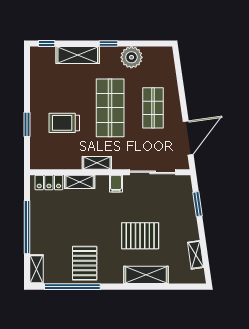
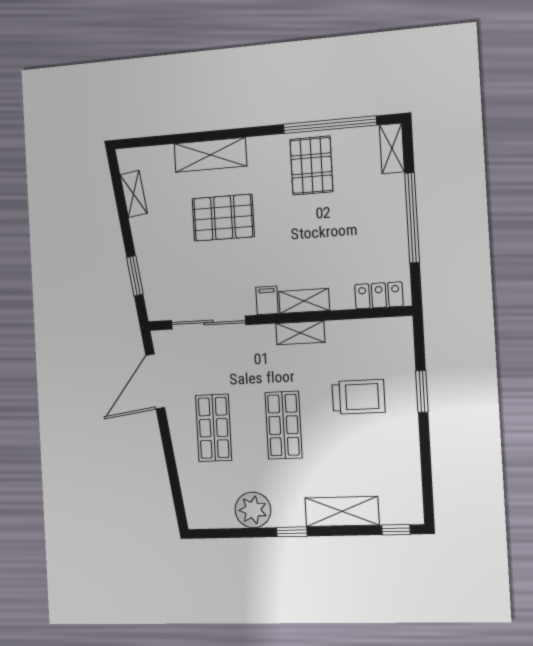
shop shelf: (110, 108) -> (283, 425), width x0.70, depth x0.74
shelving: (80, 182) -> (304, 301), moved

